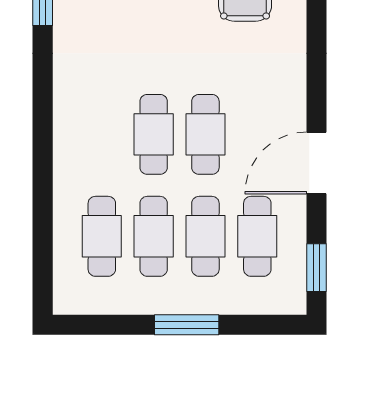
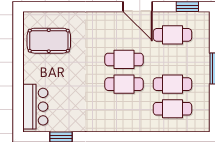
cafe table: (205, 236) -> (172, 59), removed

